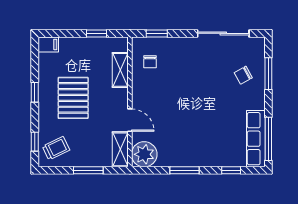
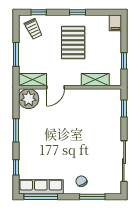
chair: (150, 62) -> (102, 103), removed
chair: (243, 75) -> (81, 181), moved
pallet: (73, 98) -> (73, 42), turned 90

